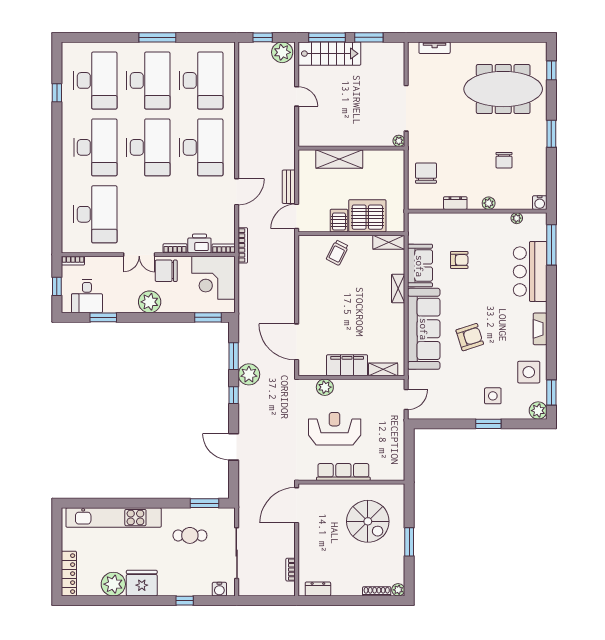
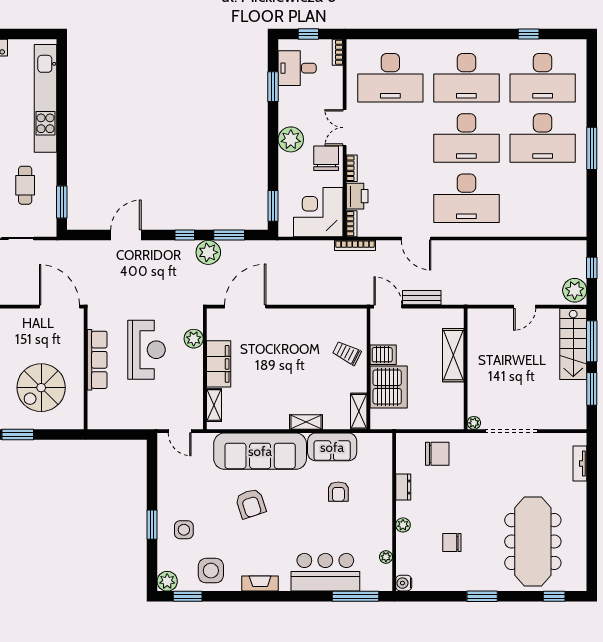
desk: (201, 80) -> (543, 198), removed

